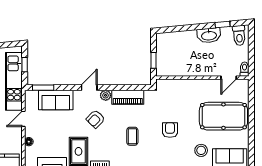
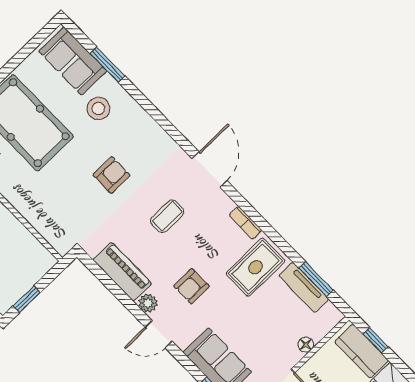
window: (154, 60) -> (27, 299), moved
armchair: (96, 119) -> (191, 286), turned 136
armchair: (170, 130) -> (112, 175), turned 180

